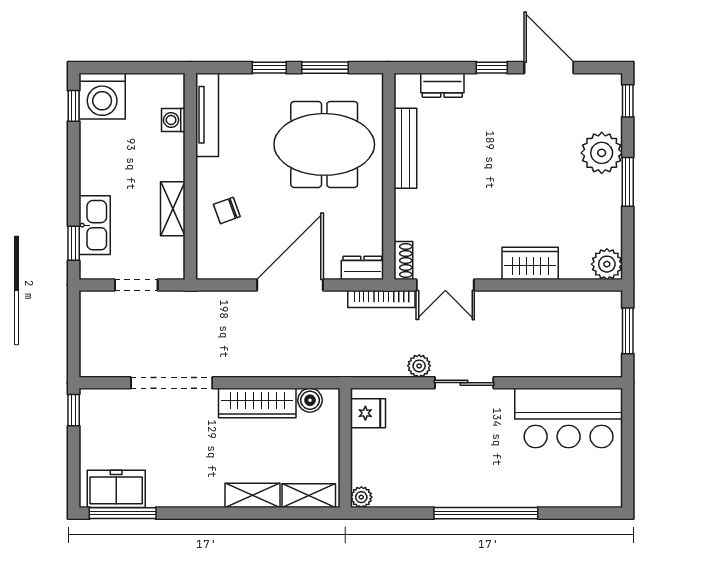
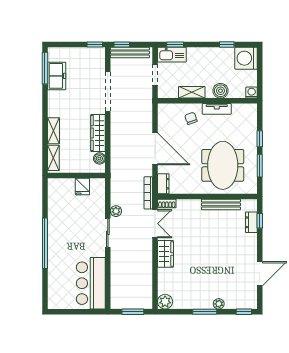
window: (492, 68) -> (260, 221), moved
window: (74, 106) -> (227, 44), moved
tv unit: (207, 115) -> (217, 109), moved, width x0.71
washing machine: (173, 120) -> (252, 93), moved
boiler: (170, 149) -> (221, 91), added
plant: (602, 153) -> (219, 304), width x0.53, depth x0.53
kitchen sink: (95, 225) -> (172, 55), moved
wardrobe: (530, 263) -> (165, 254), moved
double door: (445, 285) -> (155, 224), swing flipped
bench: (90, 337) -> (130, 53), added
window: (74, 354) -> (122, 44), added
fridge: (368, 413) -> (82, 186), moved
freezer: (116, 489) -> (57, 76), moved
plant: (361, 497) -> (53, 183), removed

